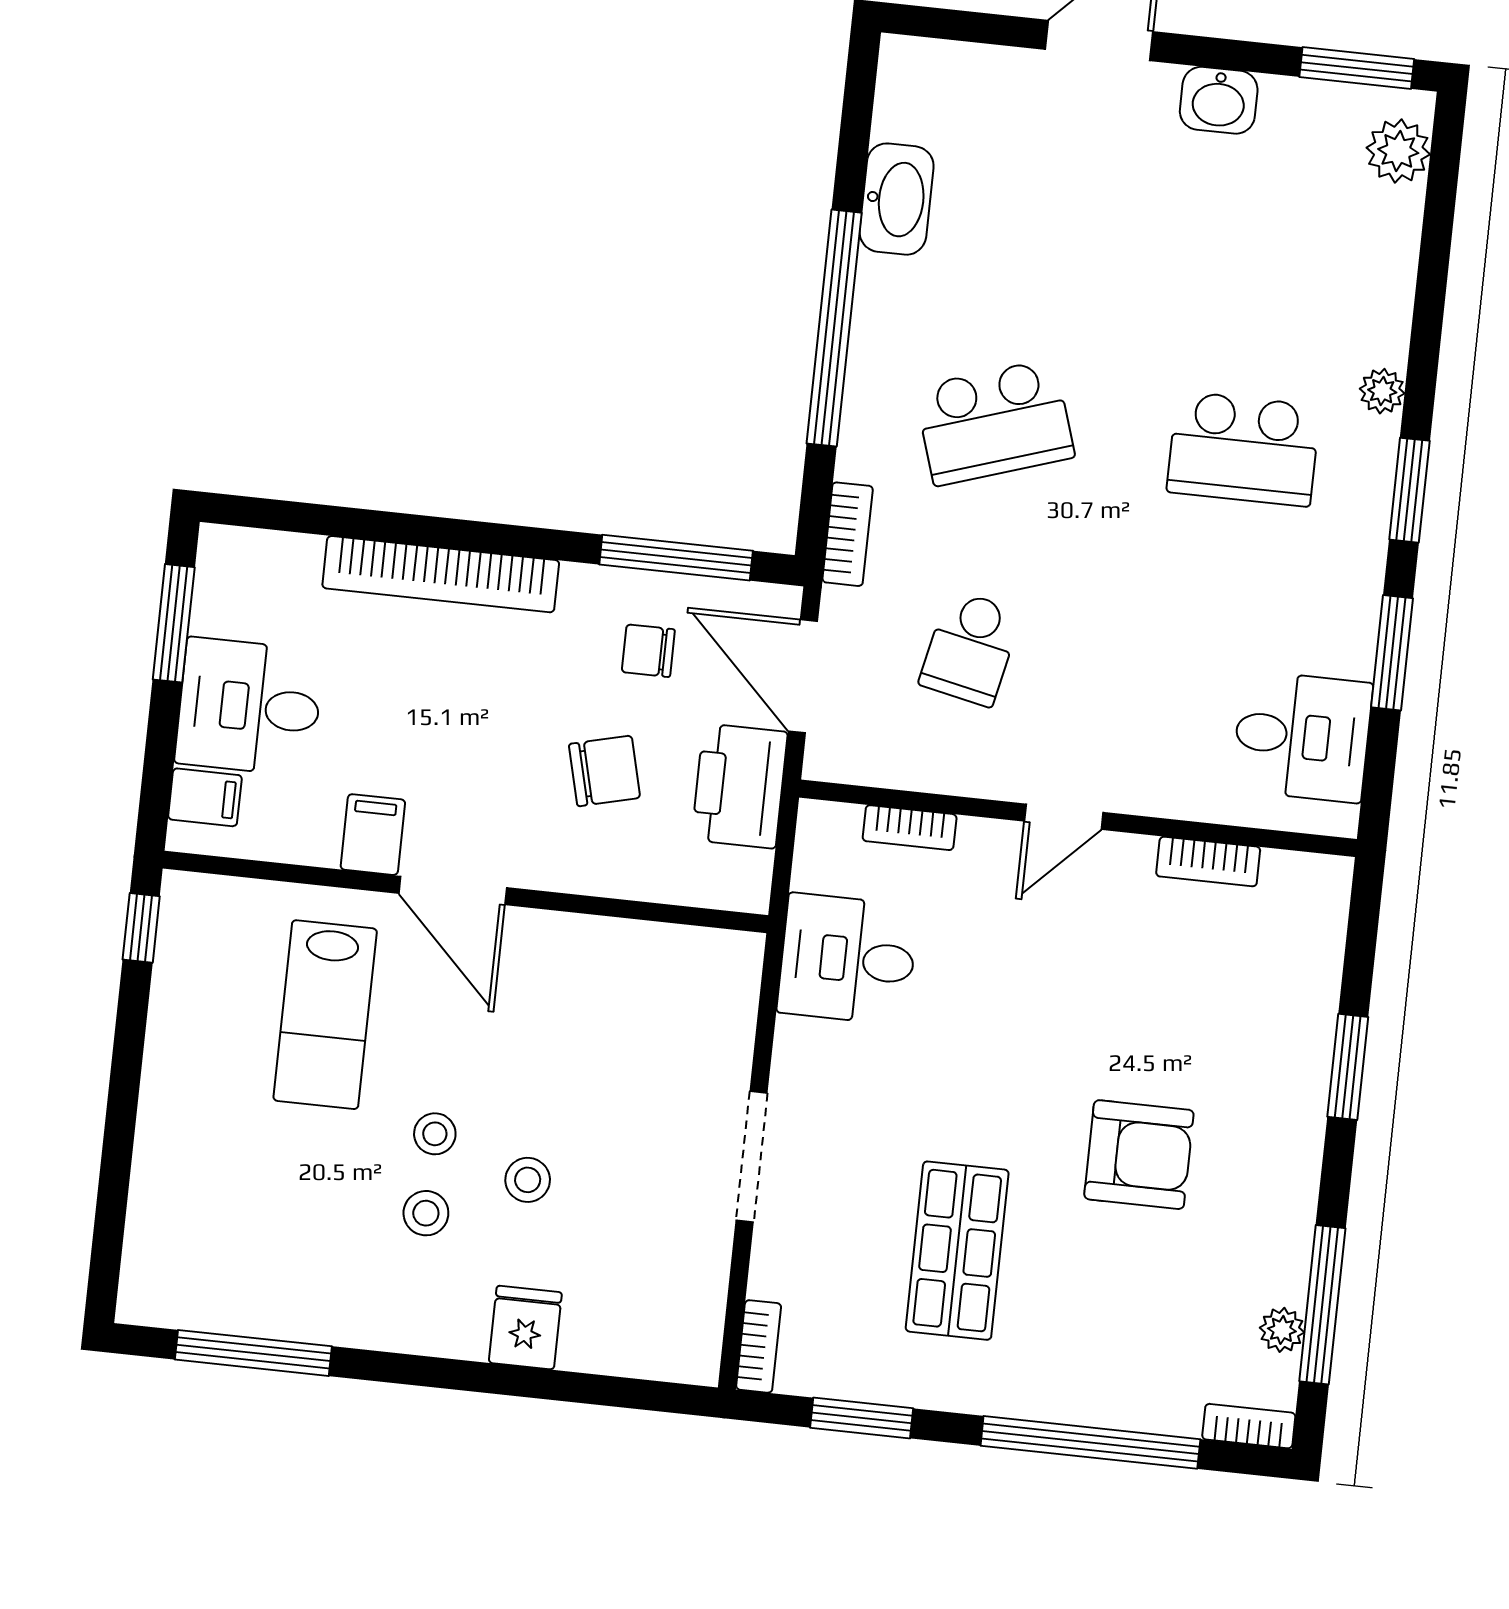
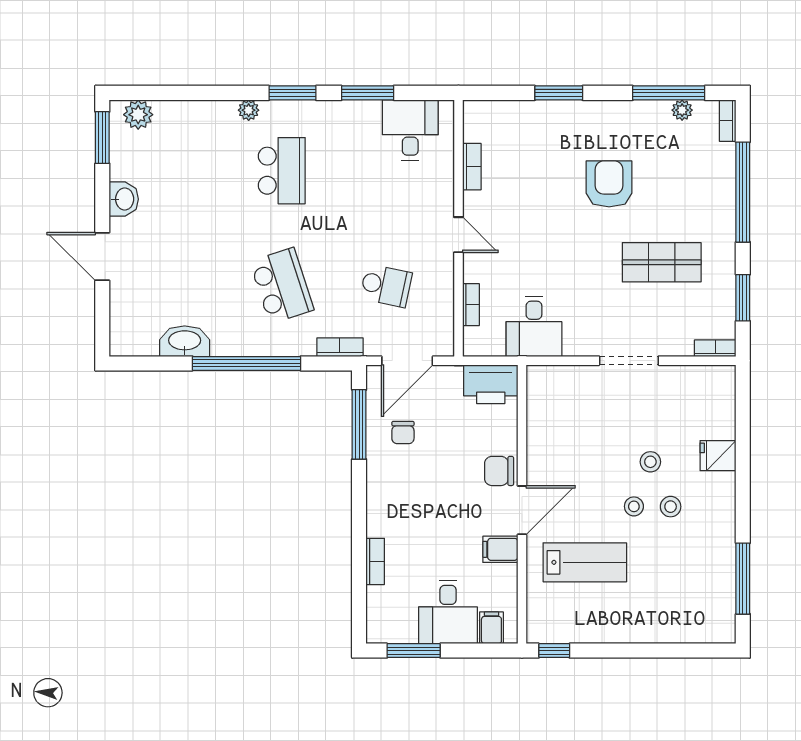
bookcase: (441, 574) -> (375, 561), width x0.43, depth x0.76
chair: (605, 771) -> (499, 471), moved, turned -76
printer: (740, 786) -> (491, 384), moved

